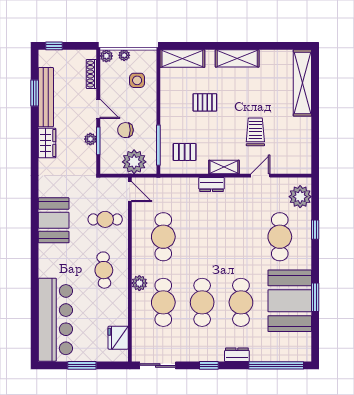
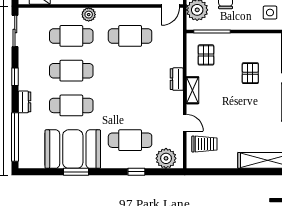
trolley: (255, 132) -> (204, 144), moved

